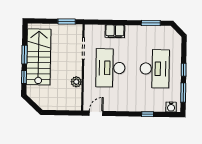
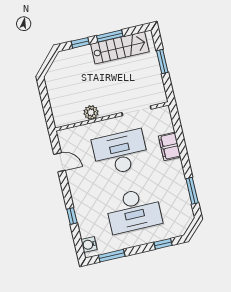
window: (67, 21) -> (162, 61), moved
stairs: (39, 57) -> (120, 48), width x0.73, depth x0.66
window: (184, 70) -> (163, 244), moved
door: (96, 113) -> (60, 162), moved

